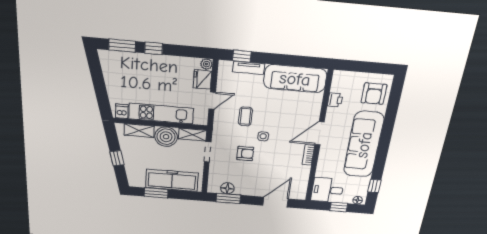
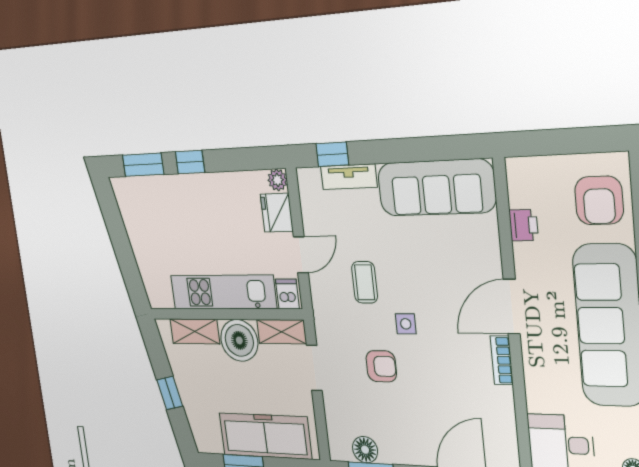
dishwasher: (122, 111) -> (287, 294), moved

